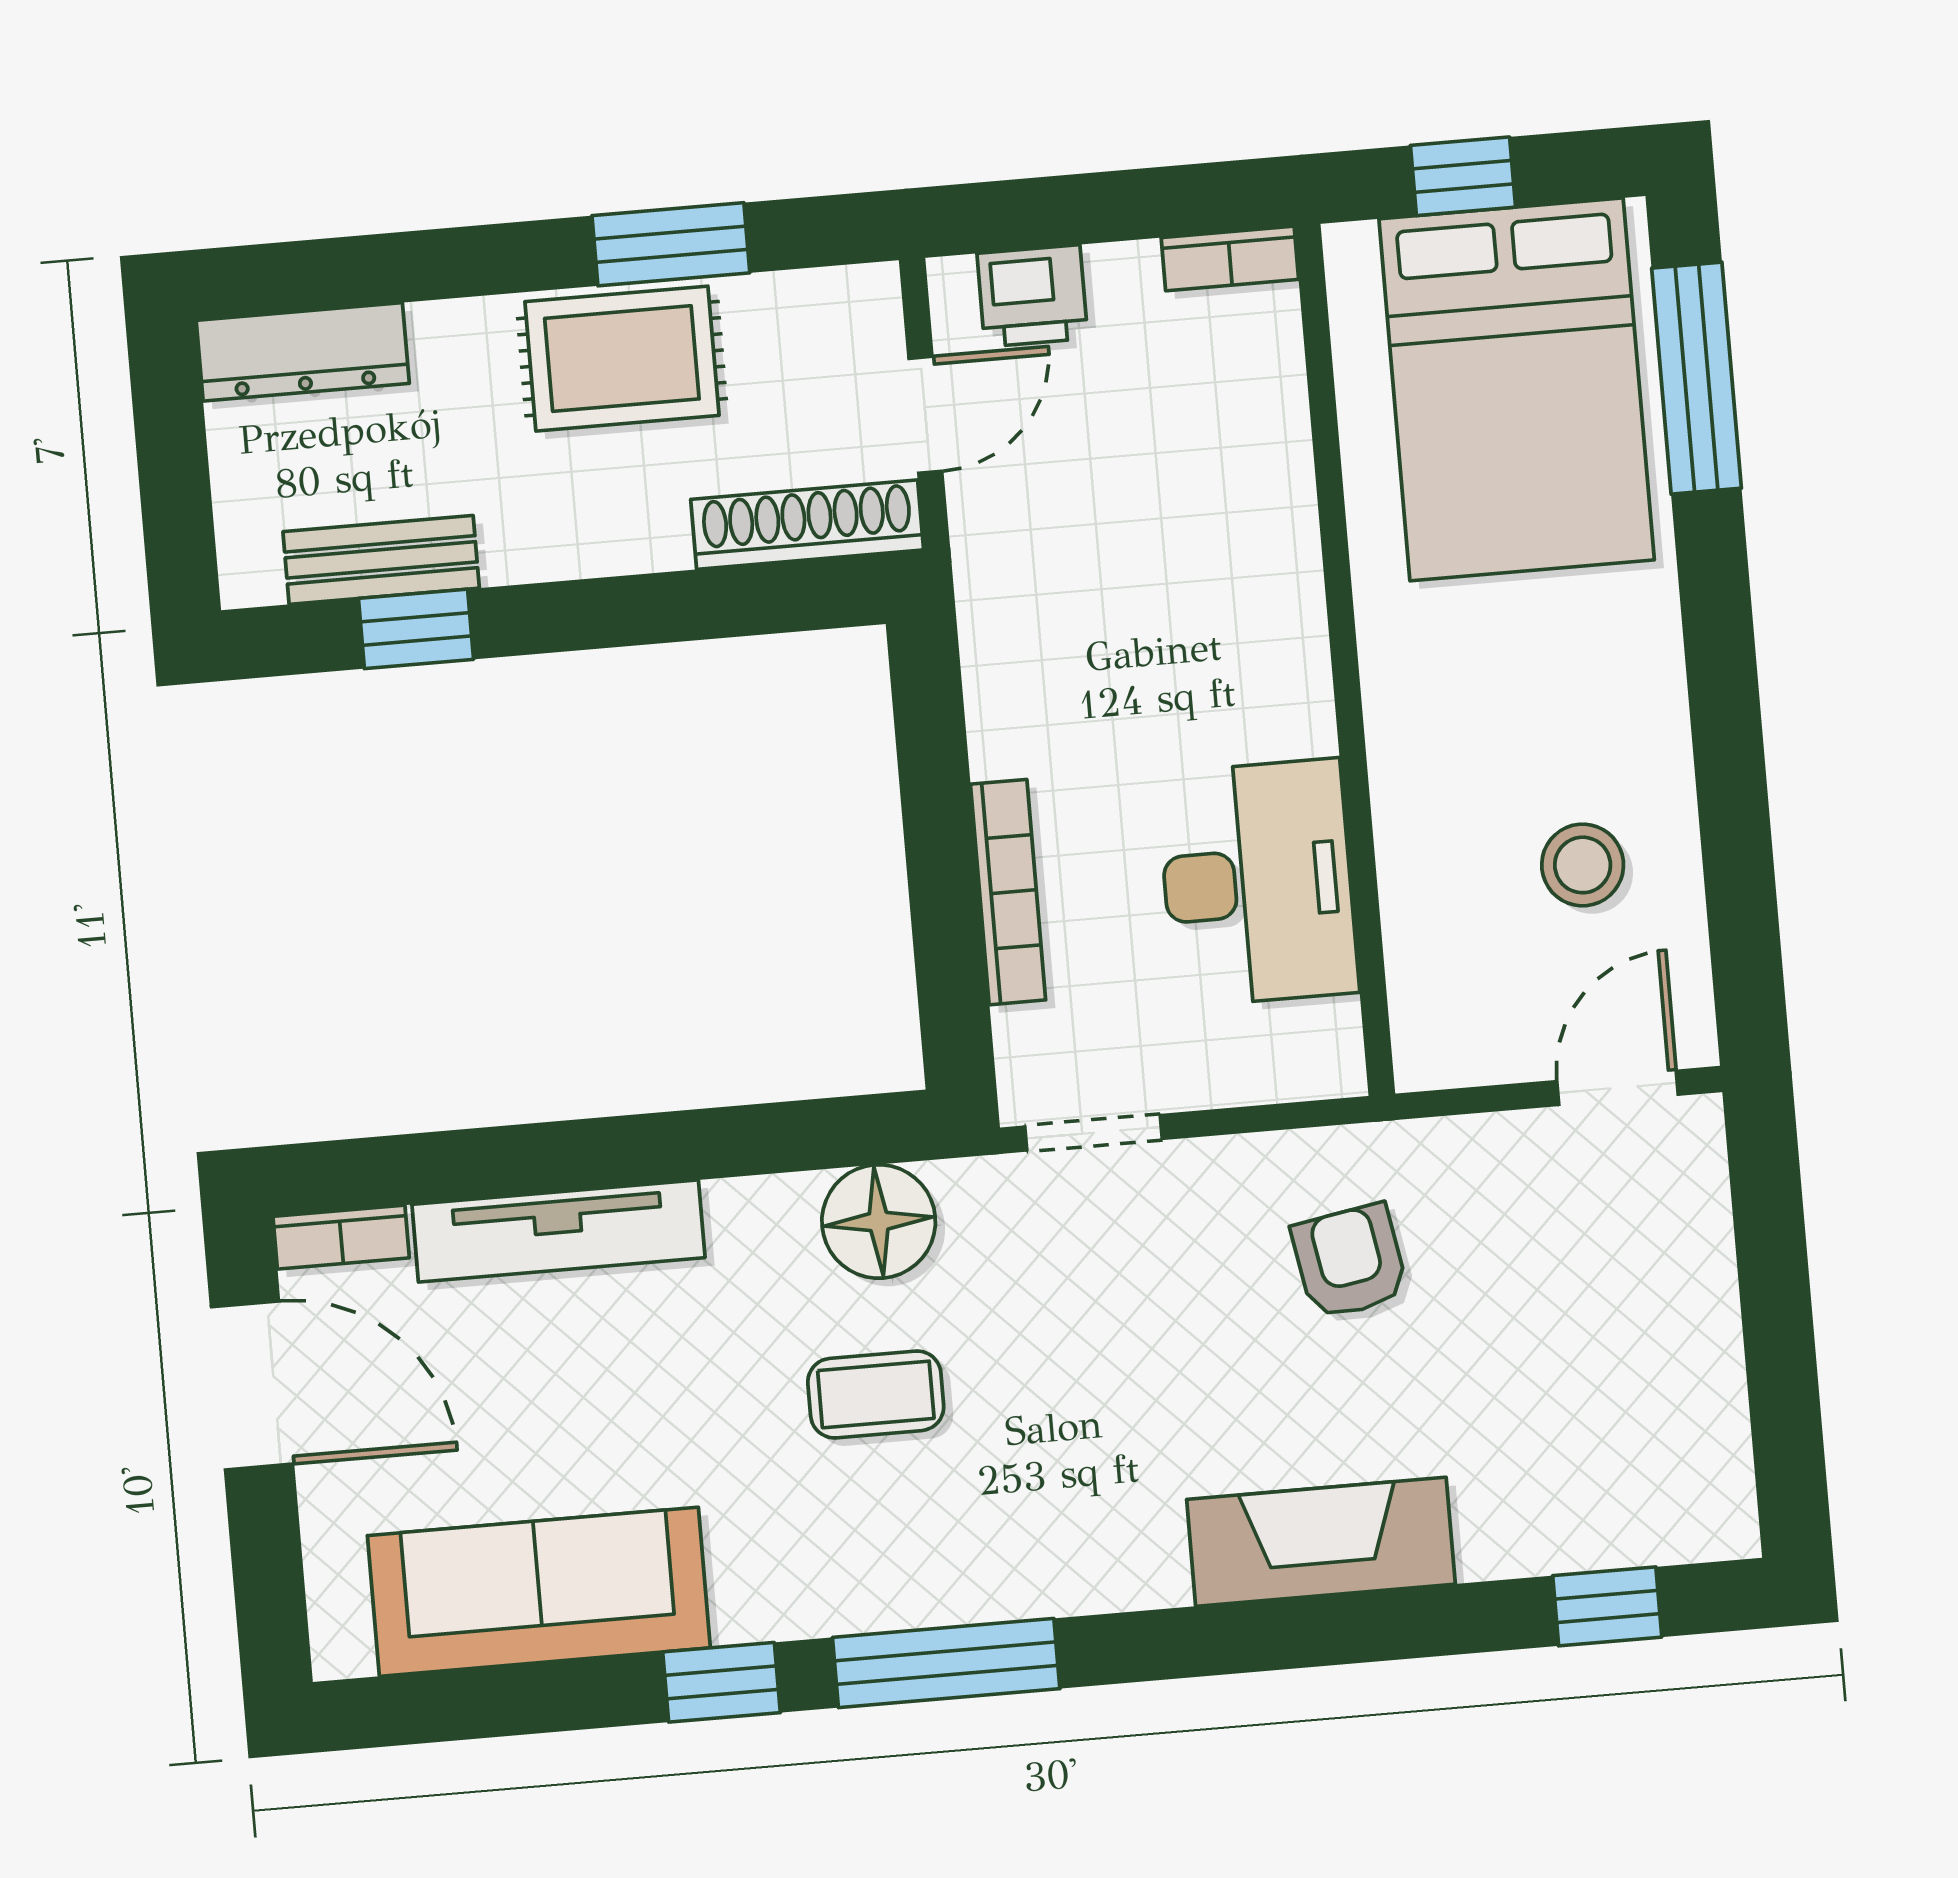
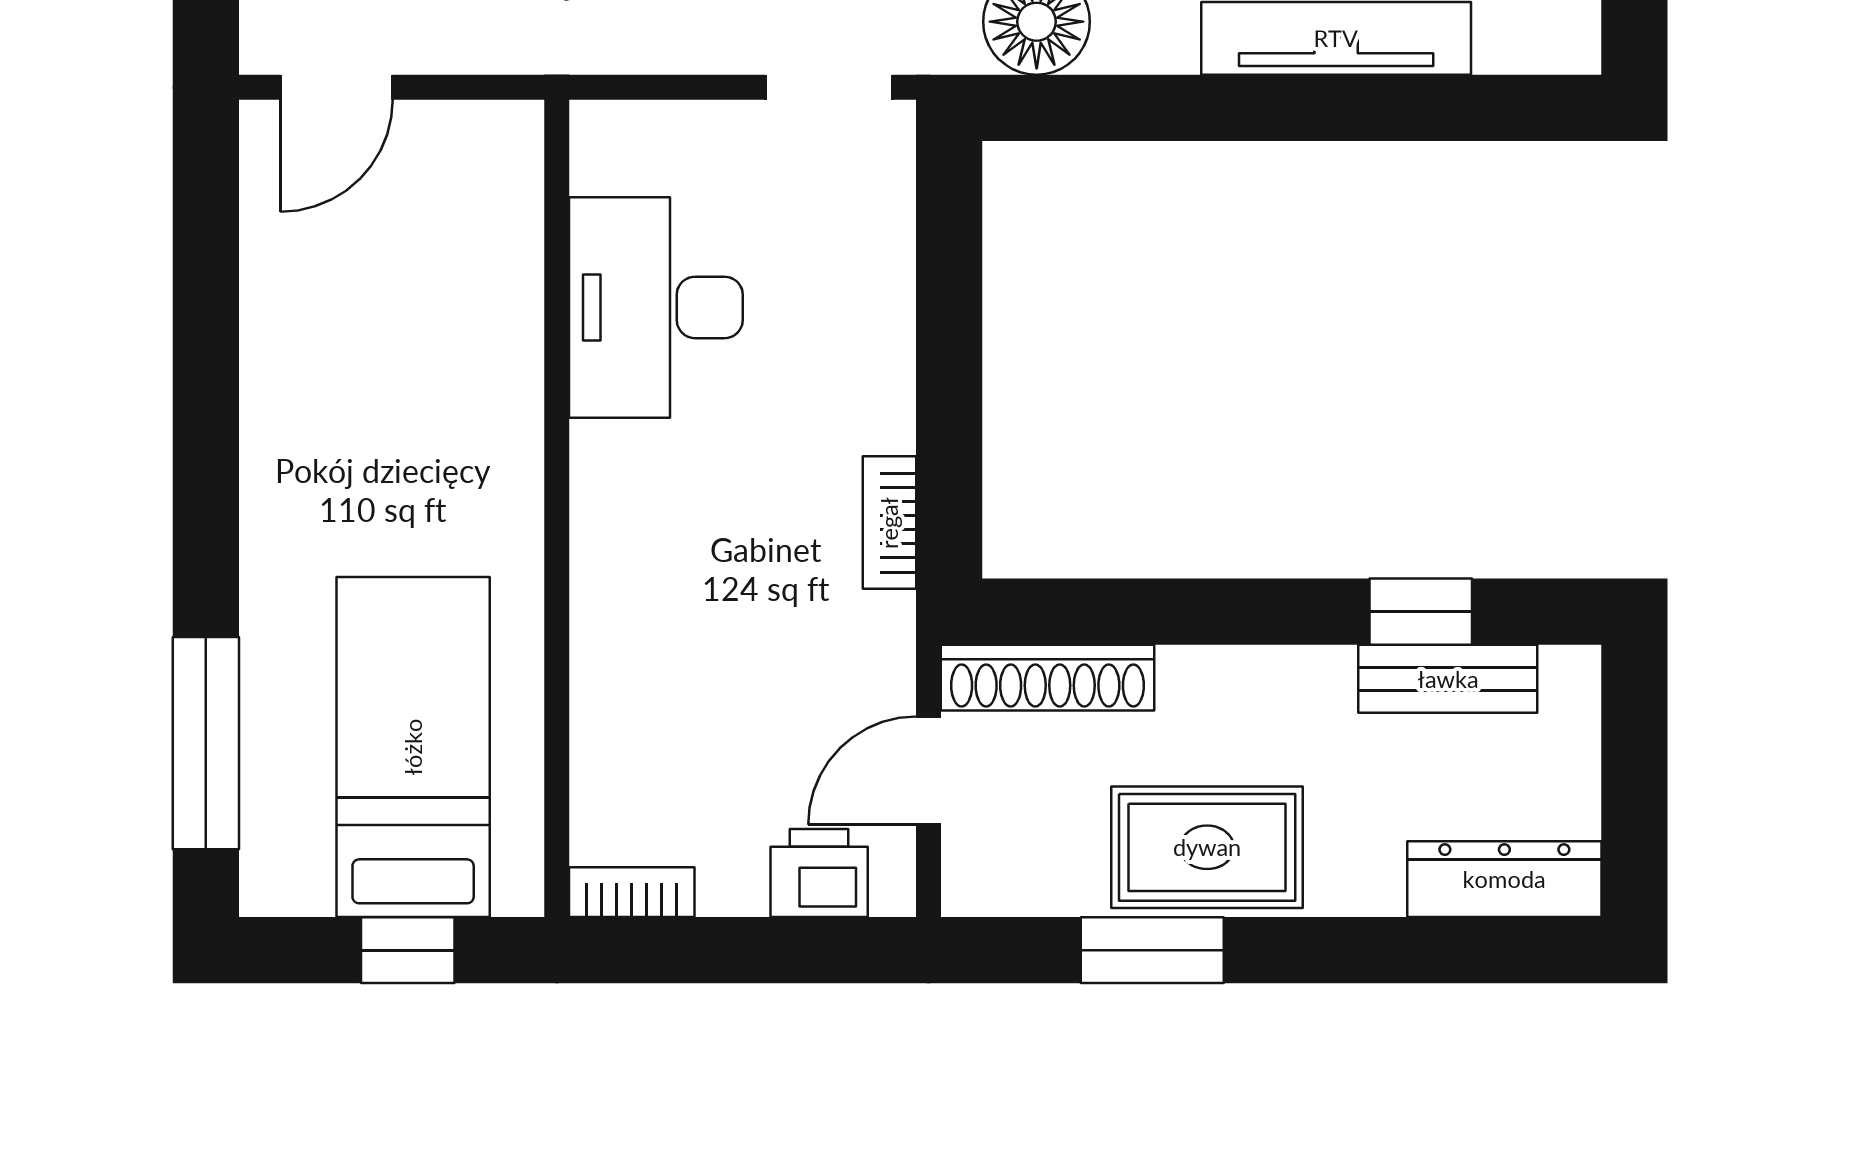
bed: (1517, 389) -> (413, 747), width x0.67
stool: (1583, 865) -> (351, 298), removed
bookcase: (1008, 892) -> (889, 523), moved, width x0.64
bookcase: (341, 1237) -> (1539, 50), removed

